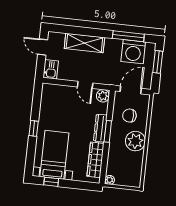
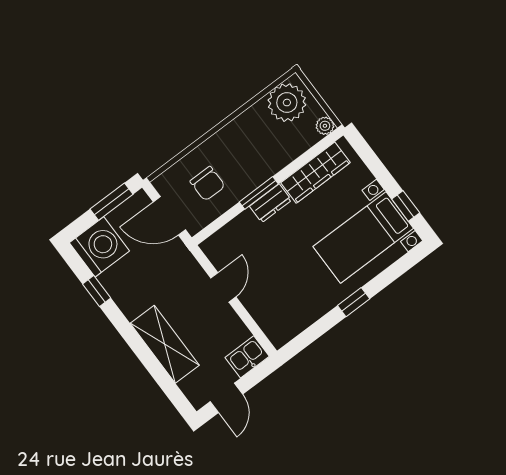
window: (128, 36) -> (97, 291), width x0.46
washing machine: (133, 52) -> (99, 247), moved
window: (158, 62) -> (112, 202), moved
plant: (103, 96) -> (215, 248), removed
dresser: (100, 128) -> (271, 203), width x0.70
plant: (135, 141) -> (287, 103), moved

